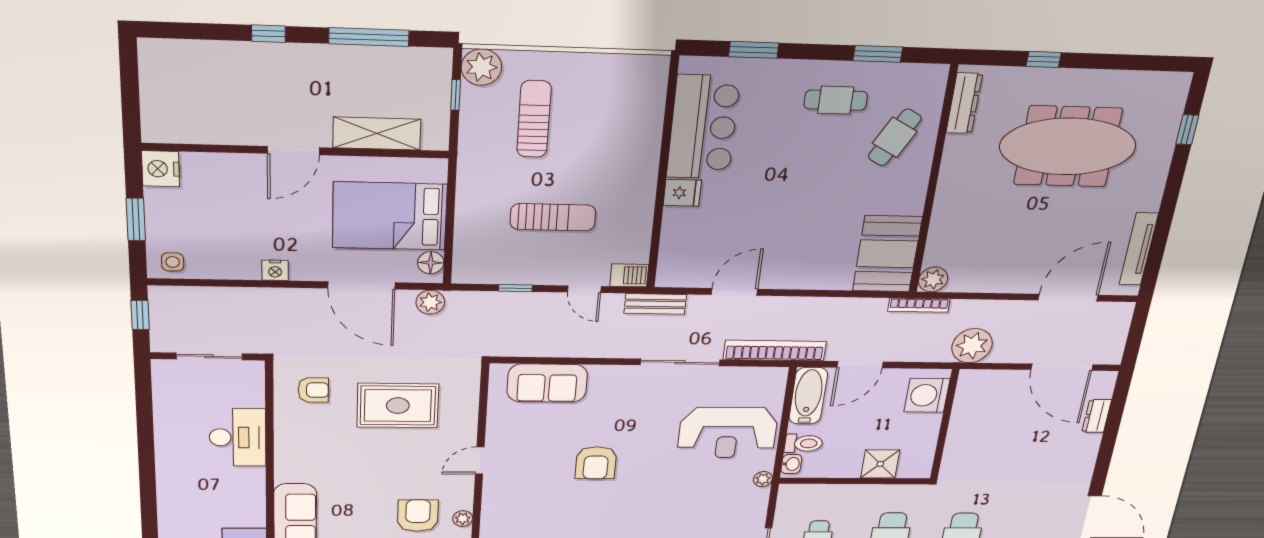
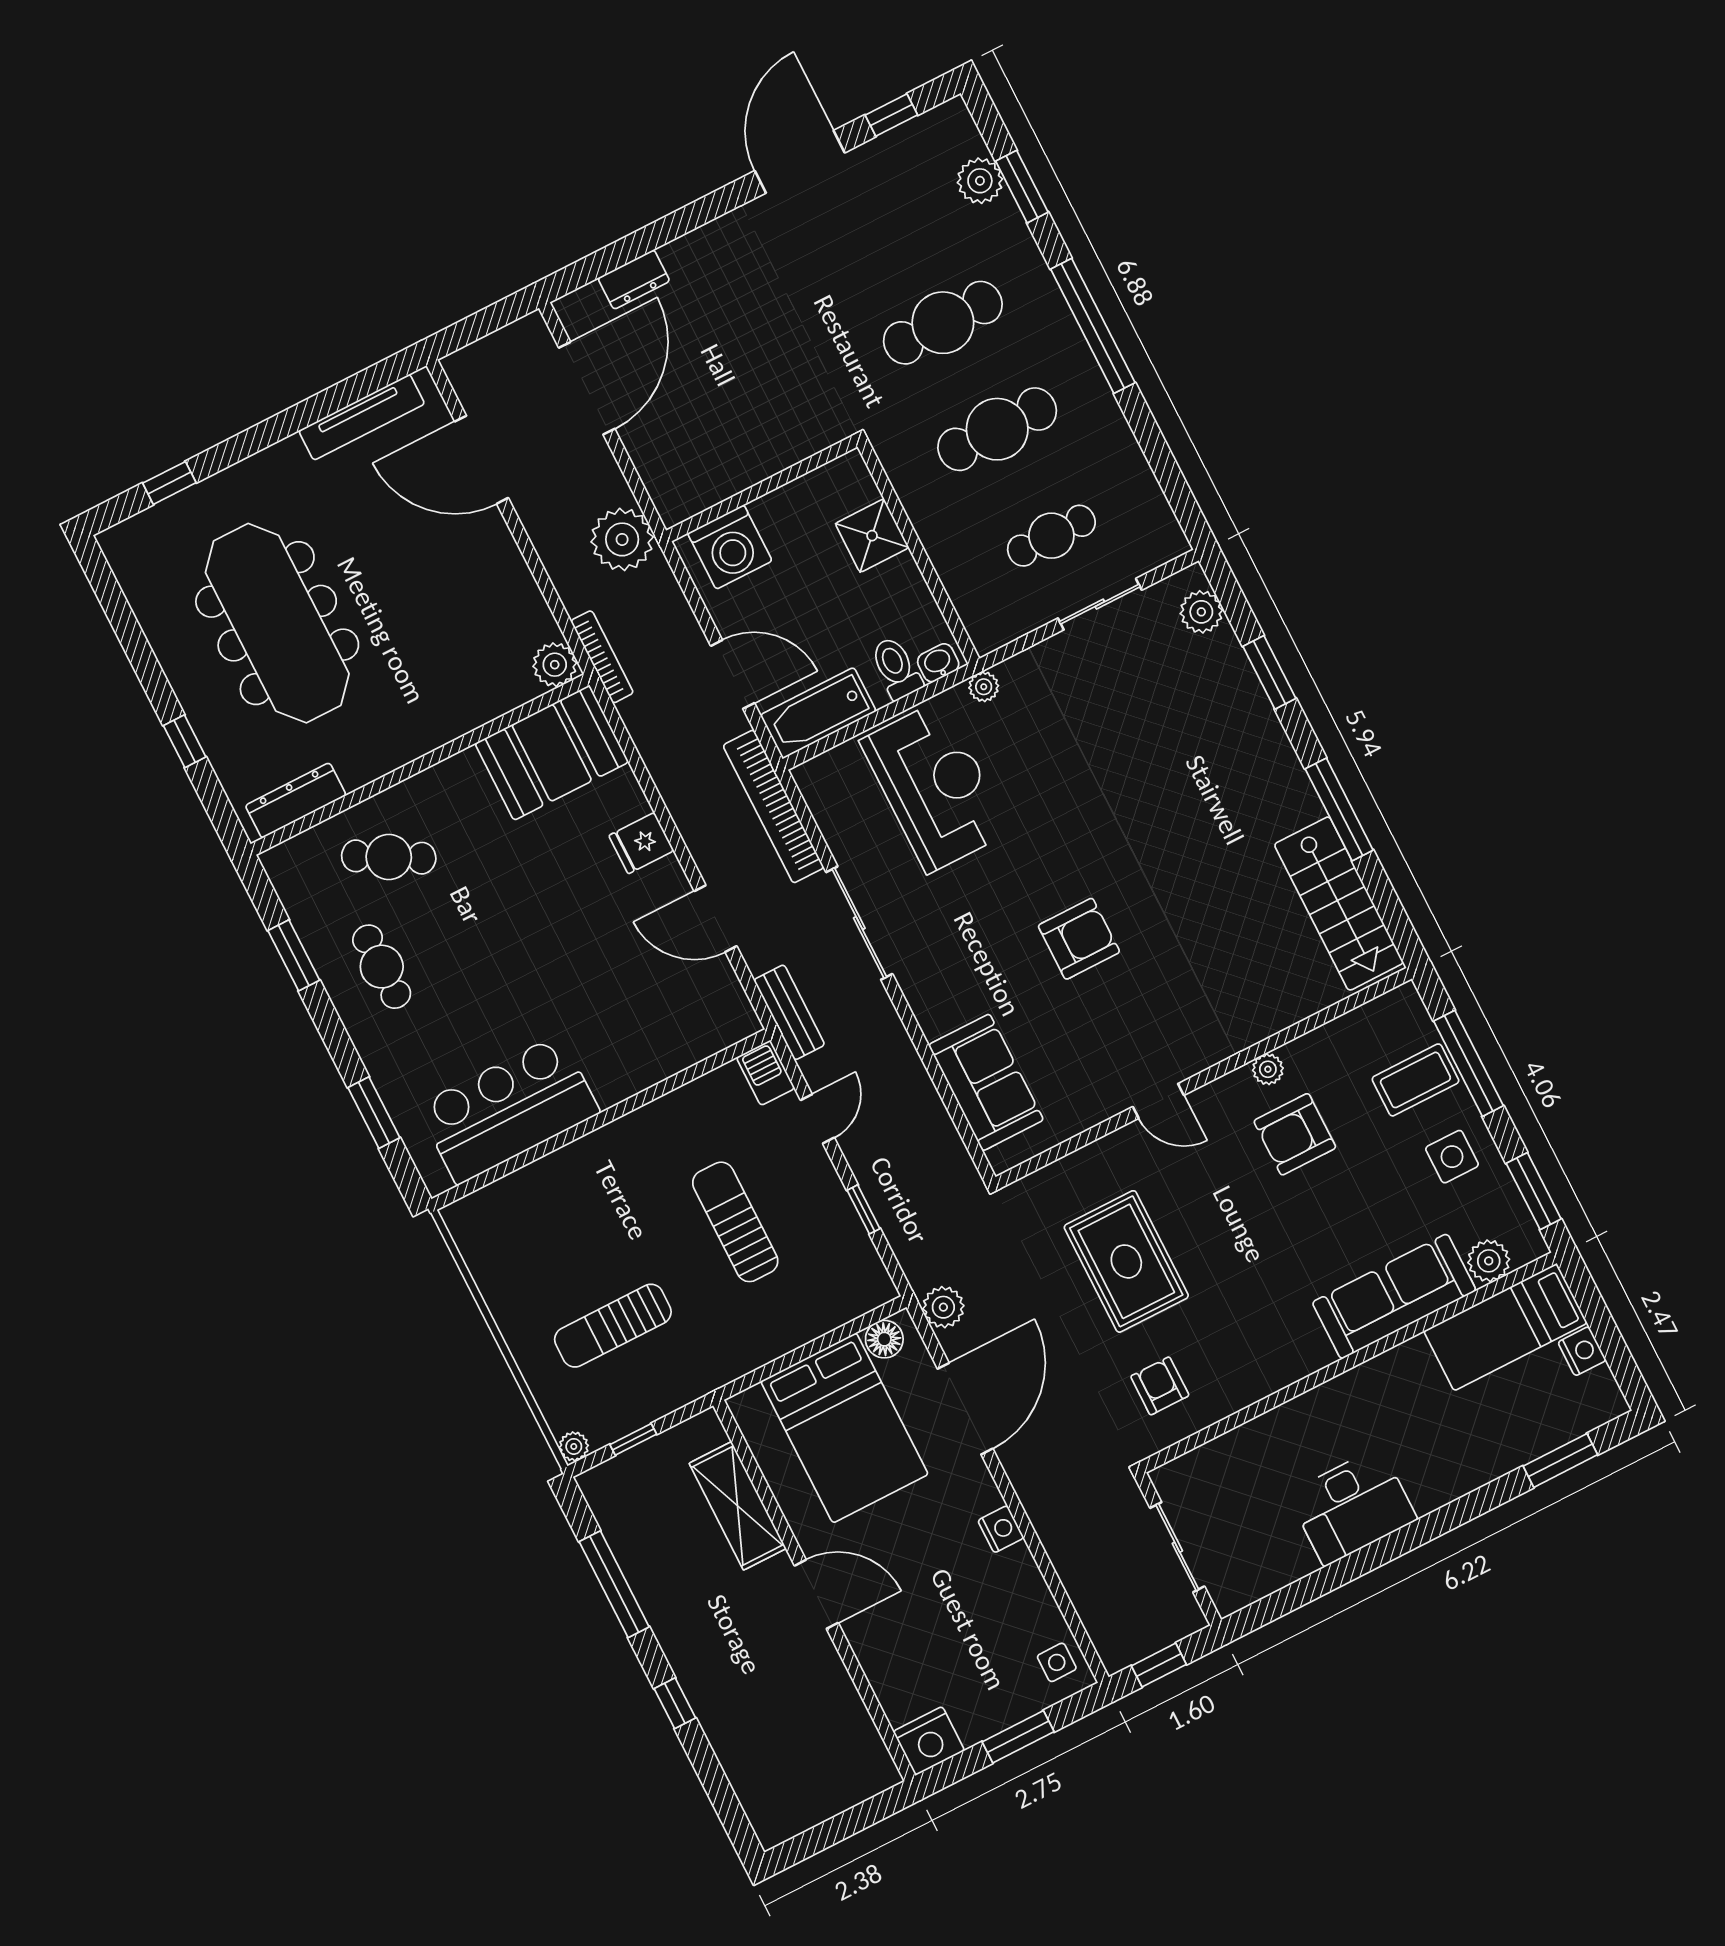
plant: (481, 67) -> (574, 1446), width x0.53, depth x0.53
fridge: (682, 193) -> (641, 843), moved, turned -90
desk: (238, 437) -> (1352, 1506), moved, turned 180

